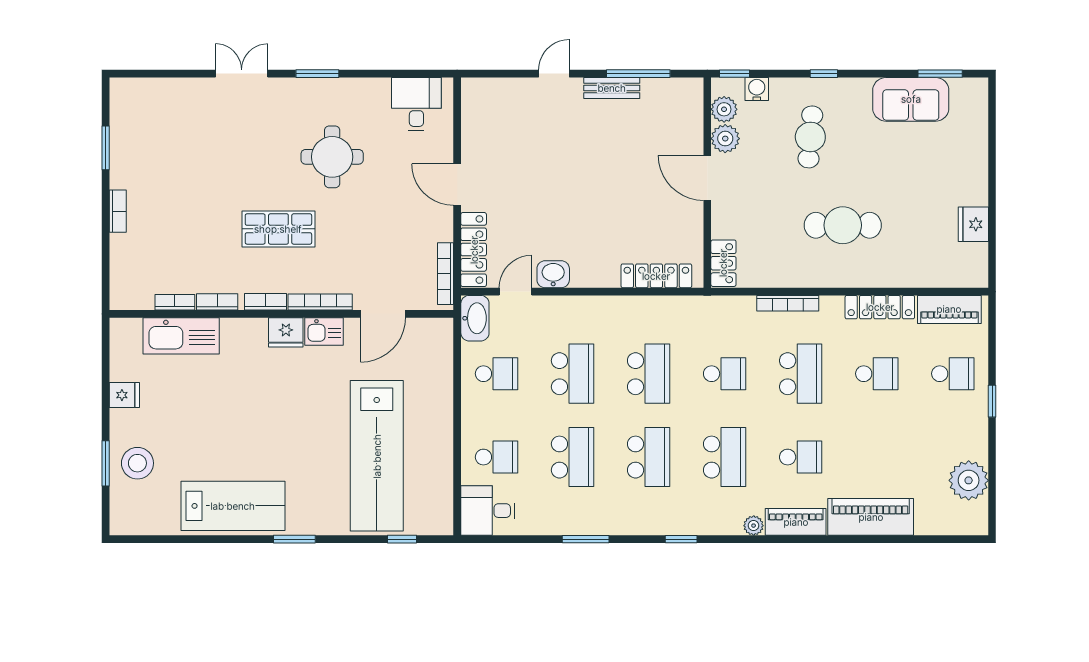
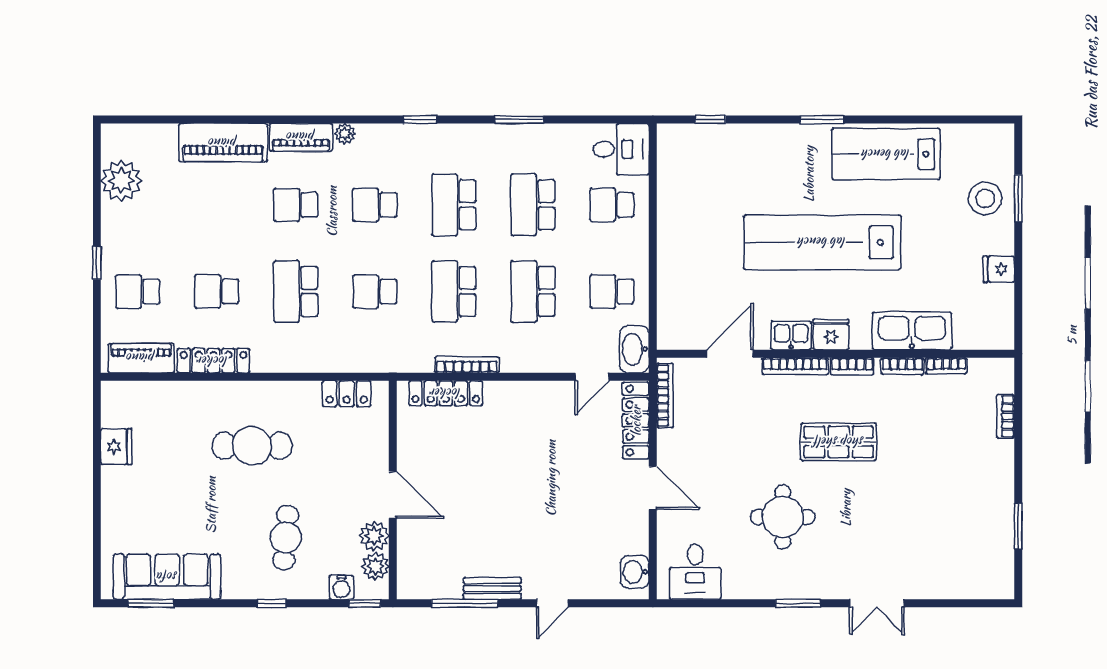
sofa: (911, 99) -> (167, 577), width x1.36
bookcase: (118, 211) -> (1006, 416), moved
locker: (723, 263) -> (347, 394), moved, turned -90
washbasin: (553, 274) -> (635, 572), moved, turned 90
bookcase: (788, 303) -> (467, 365), moved
kitchen sink: (181, 336) -> (912, 331), moved
lab bench: (377, 456) -> (822, 242), moved, turned -90
school desk: (725, 457) -> (375, 205), width x0.54

